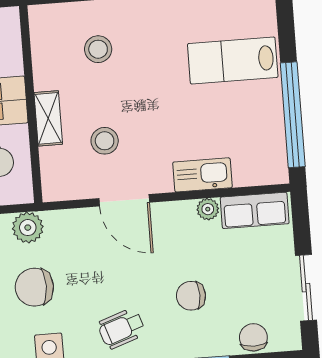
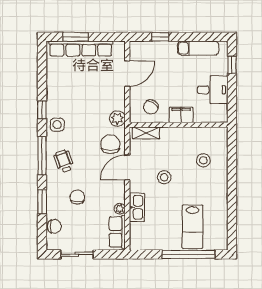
lab bench: (233, 61) -> (193, 227), turned 180
window: (293, 115) -> (189, 254), moved
shelving: (48, 118) -> (146, 133), moved
stool: (105, 141) -> (164, 177), moved
chair: (34, 287) -> (110, 144), moved

